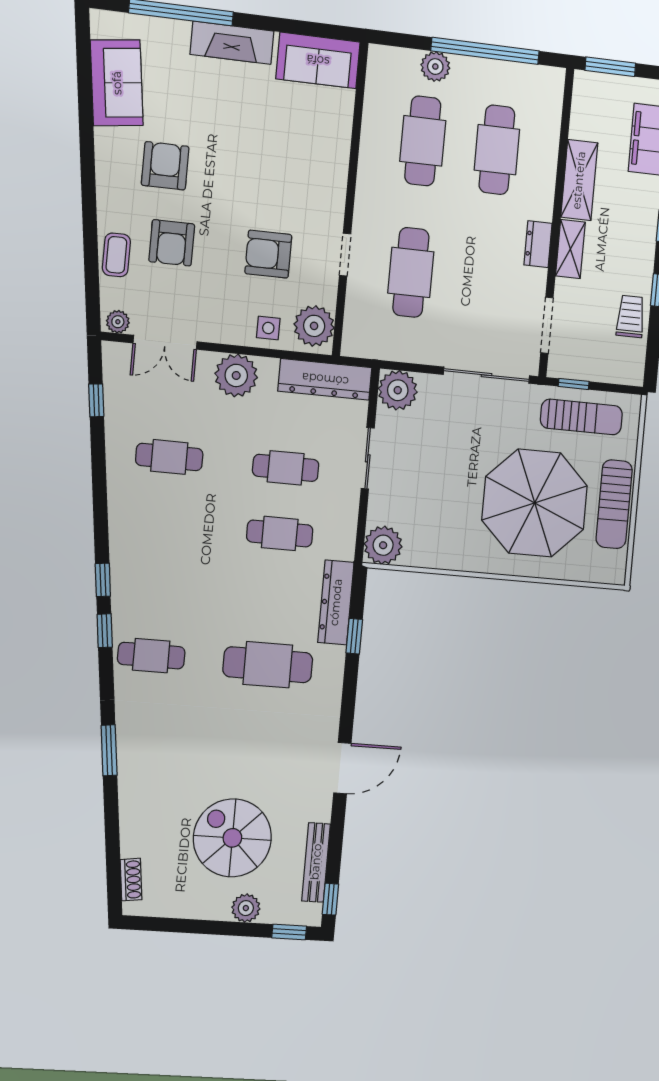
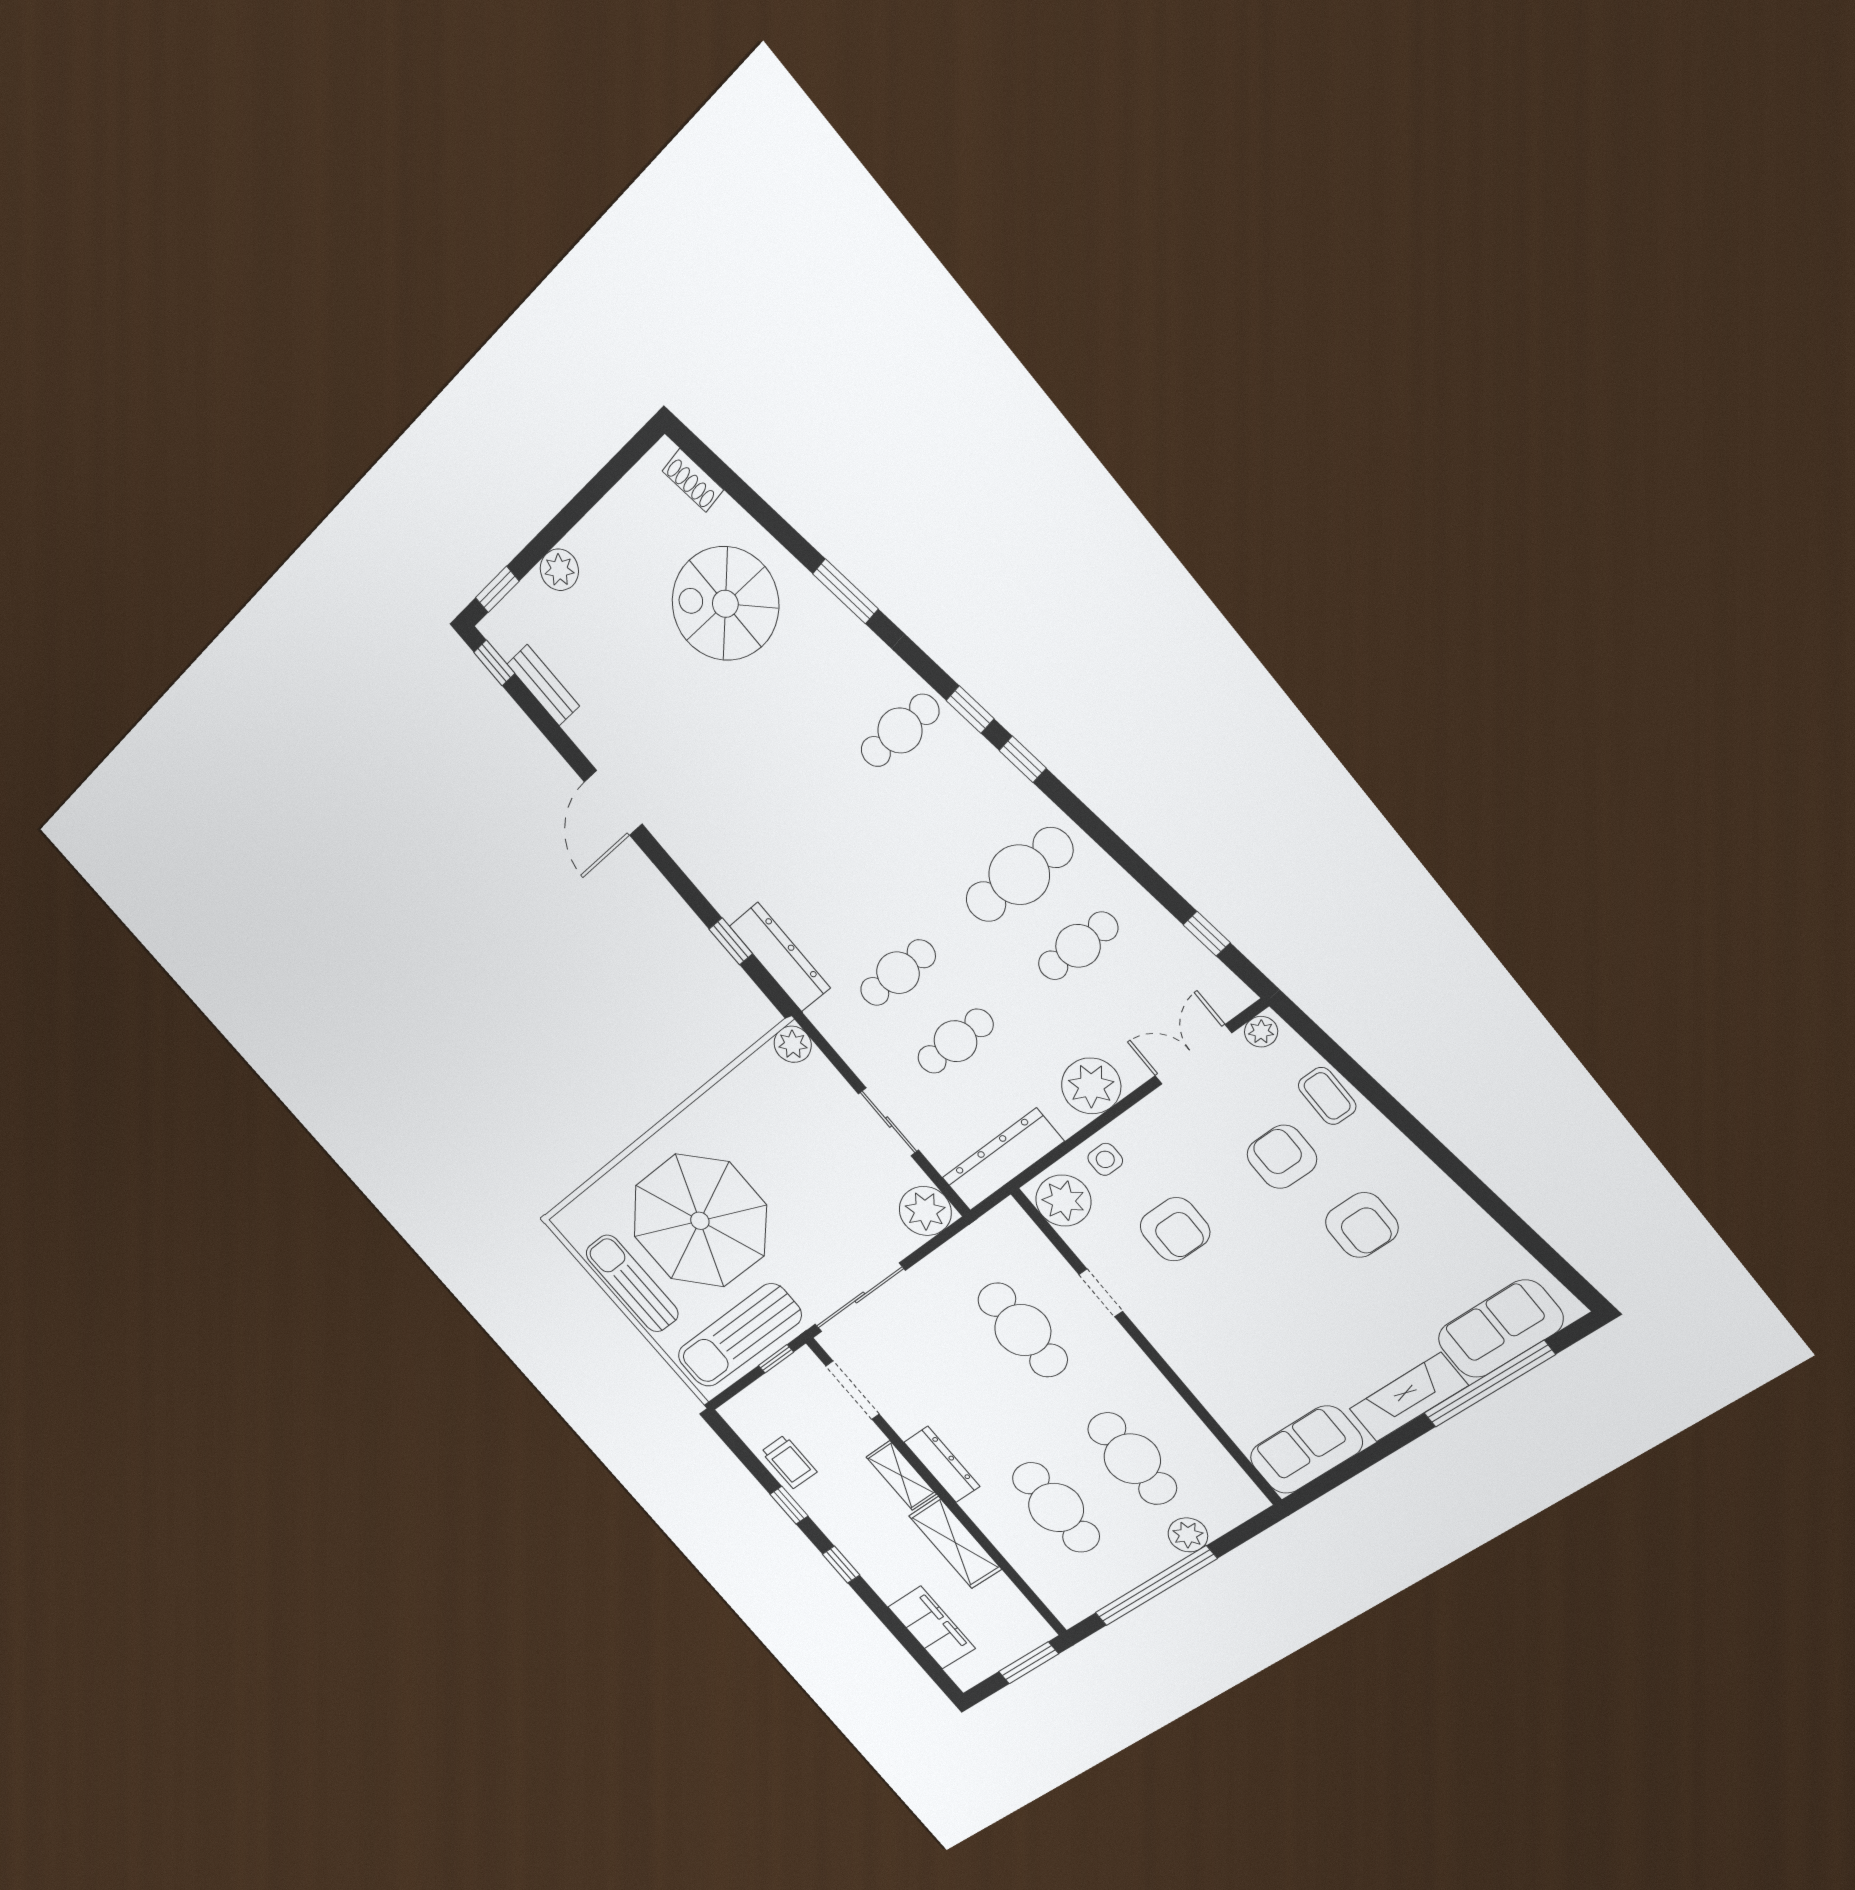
sofa: (117, 83) -> (1500, 1329), moved, turned 97
dresser: (538, 244) -> (942, 1464), width x1.44
armchair: (268, 254) -> (1175, 1229), turned 90
sun lounger: (581, 417) -> (739, 1335), width x1.36, depth x1.34
plant: (383, 545) -> (793, 1044), width x0.73, depth x0.73
cafe table: (268, 665) -> (1019, 875), moved
spiral stairs: (232, 838) -> (725, 604), moved, turned 180
bench: (316, 862) -> (543, 685), width x0.73

